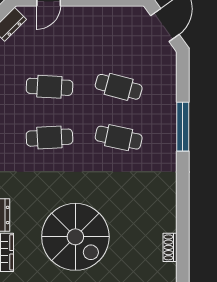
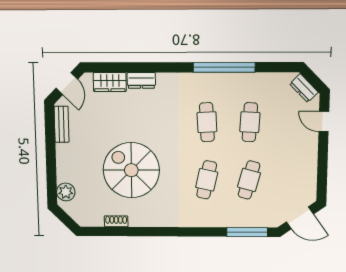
window: (183, 127) -> (247, 232), moved
spiral stairs: (75, 237) -> (131, 170), moved, turned 90

